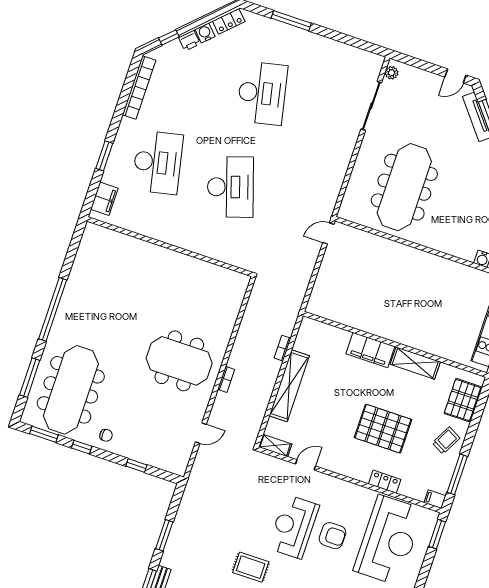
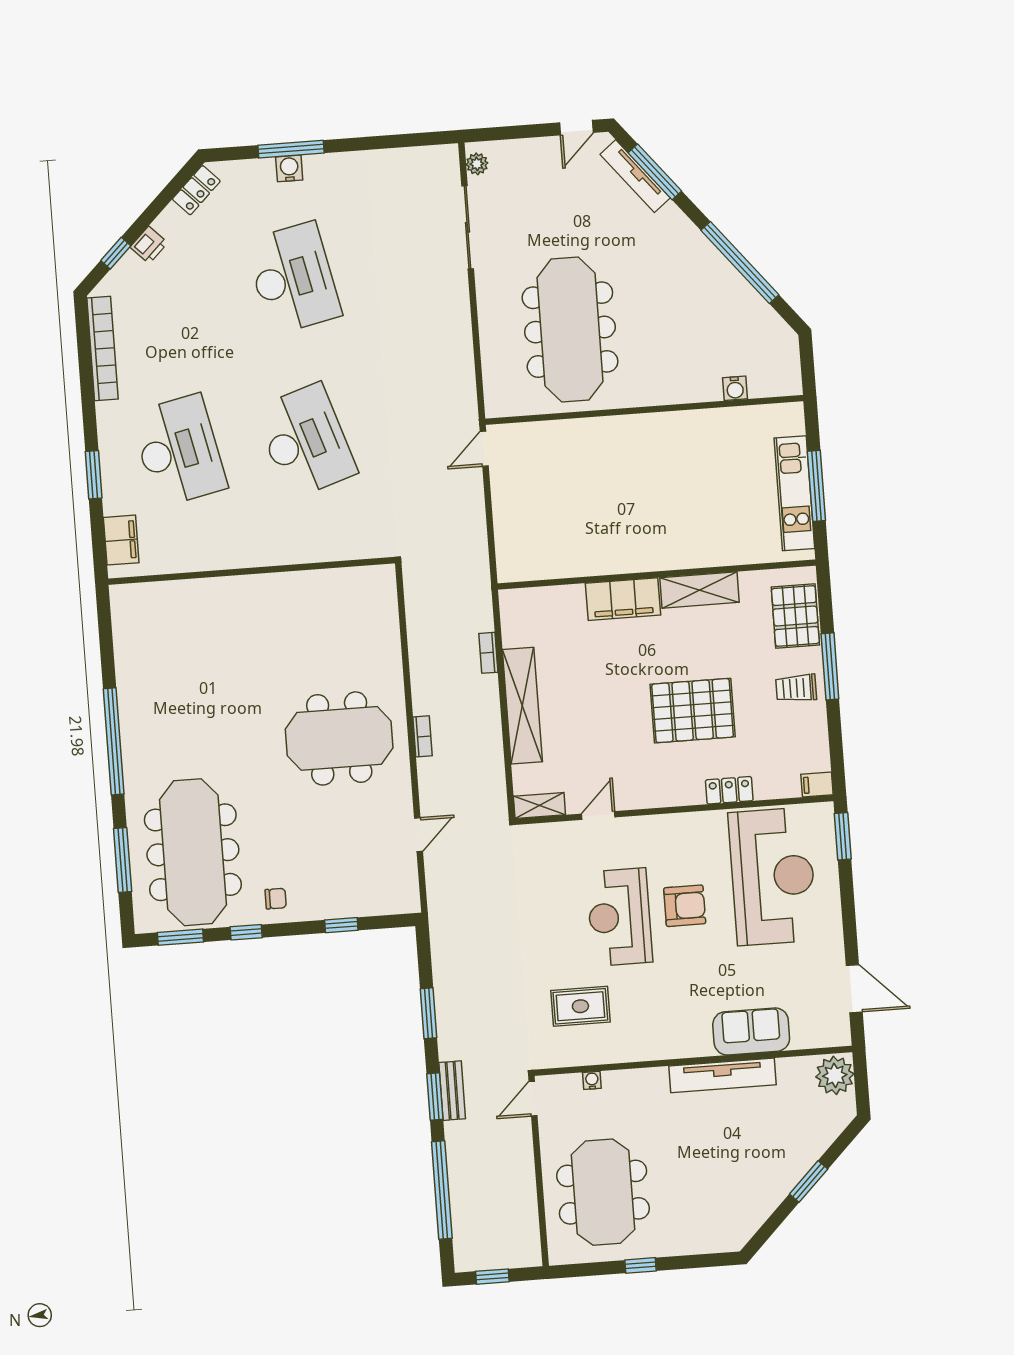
water cooler: (205, 33) -> (289, 168), moved, turned 44
trolley: (446, 440) -> (796, 688), turned -118
window: (457, 474) -> (830, 666), moved

